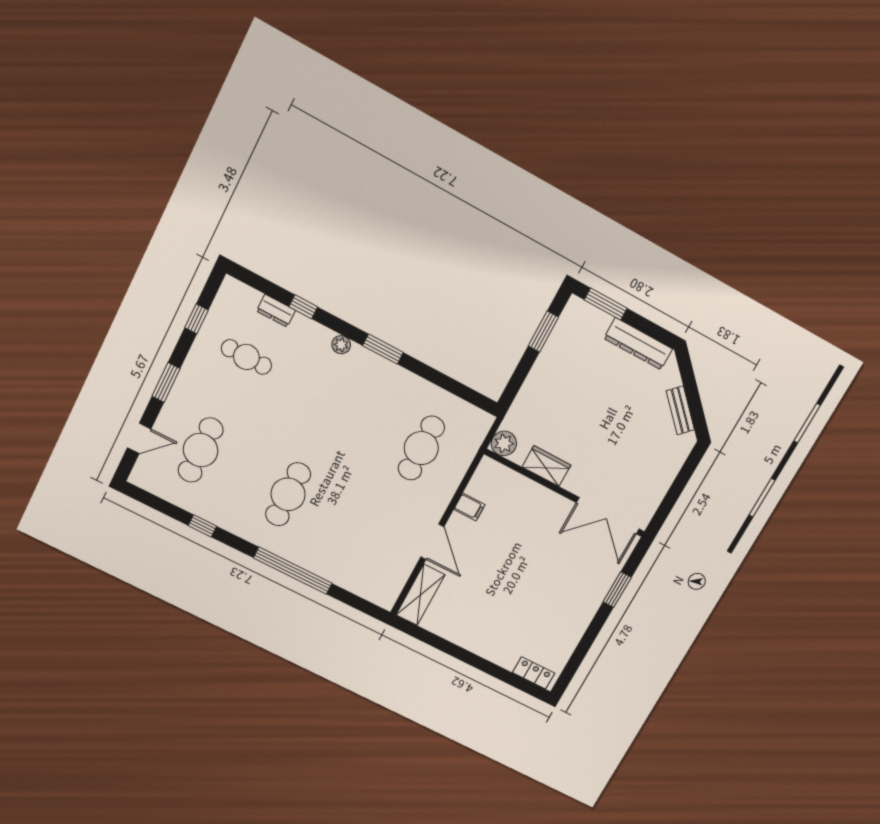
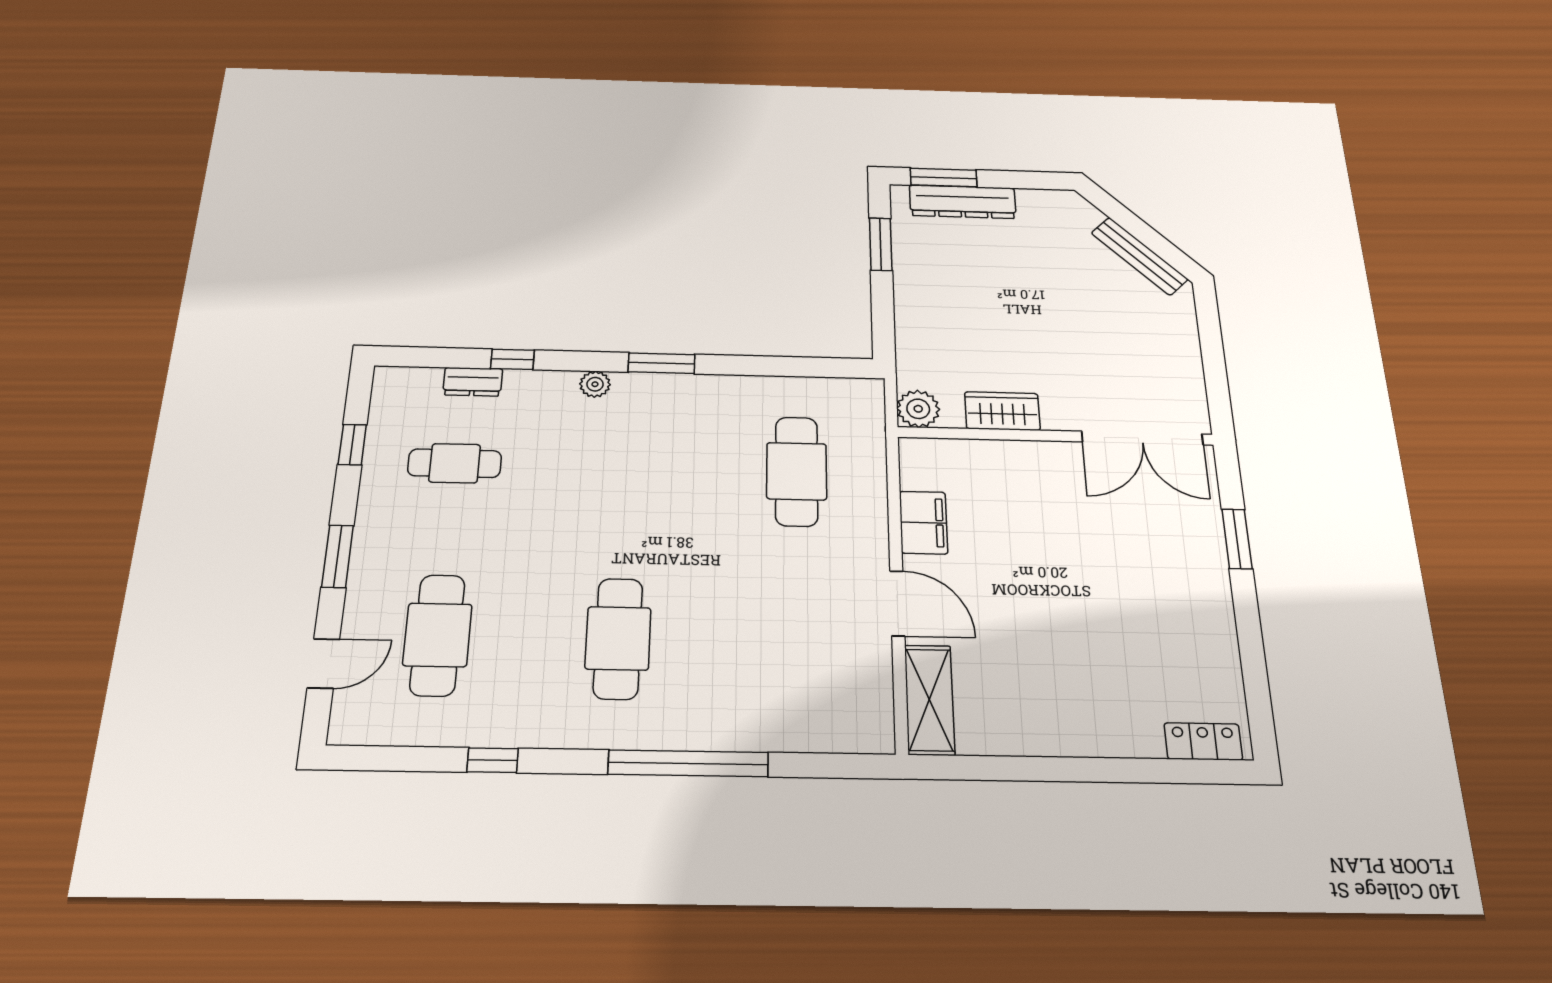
dresser: (638, 344) -> (963, 202), moved
bench: (680, 410) -> (1139, 256), width x1.36
filing cabinet: (469, 507) -> (923, 523), width x2.00

